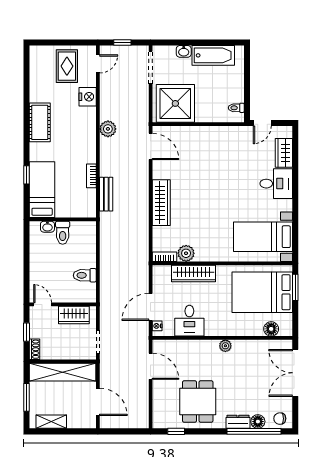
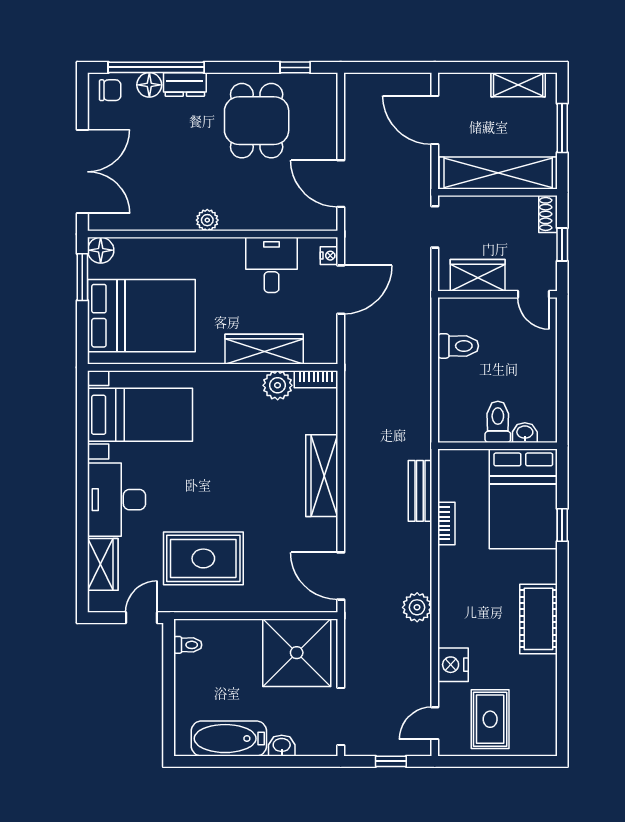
rug: (228, 156) -> (203, 558), added
desk: (276, 184) -> (117, 500), width x1.37
bed: (42, 190) -> (523, 499), width x1.50
window: (295, 287) -> (82, 277), moved
floor lamp: (271, 329) -> (101, 250), moved

